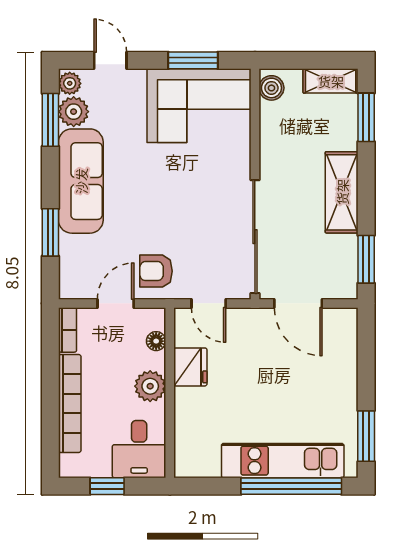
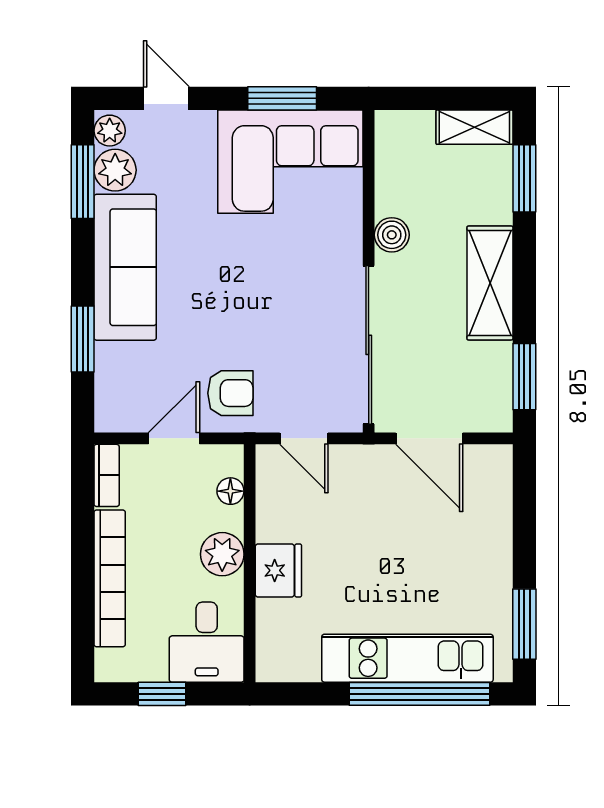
boiler: (271, 88) -> (392, 235), moved
armchair: (156, 271) -> (230, 393), turned 180
fridge: (190, 367) -> (278, 570), moved

